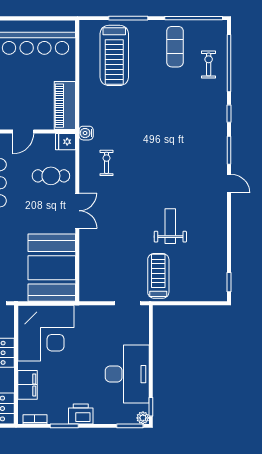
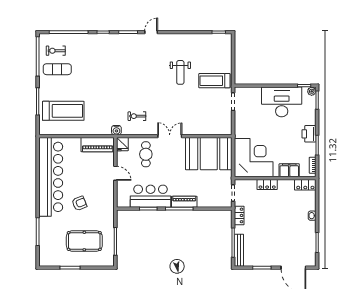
exercise bike: (209, 64) -> (56, 51), moved
weight bench: (170, 226) -> (180, 72), turned -90

